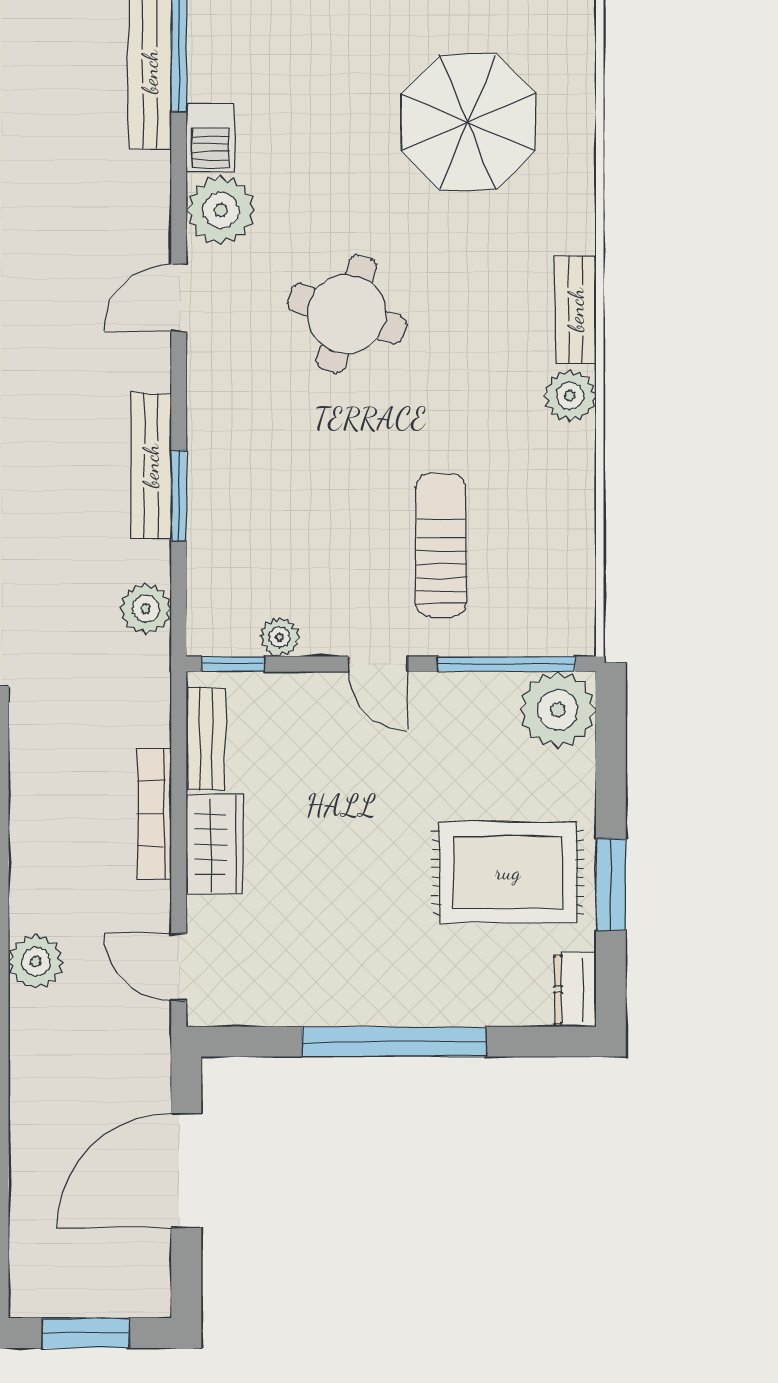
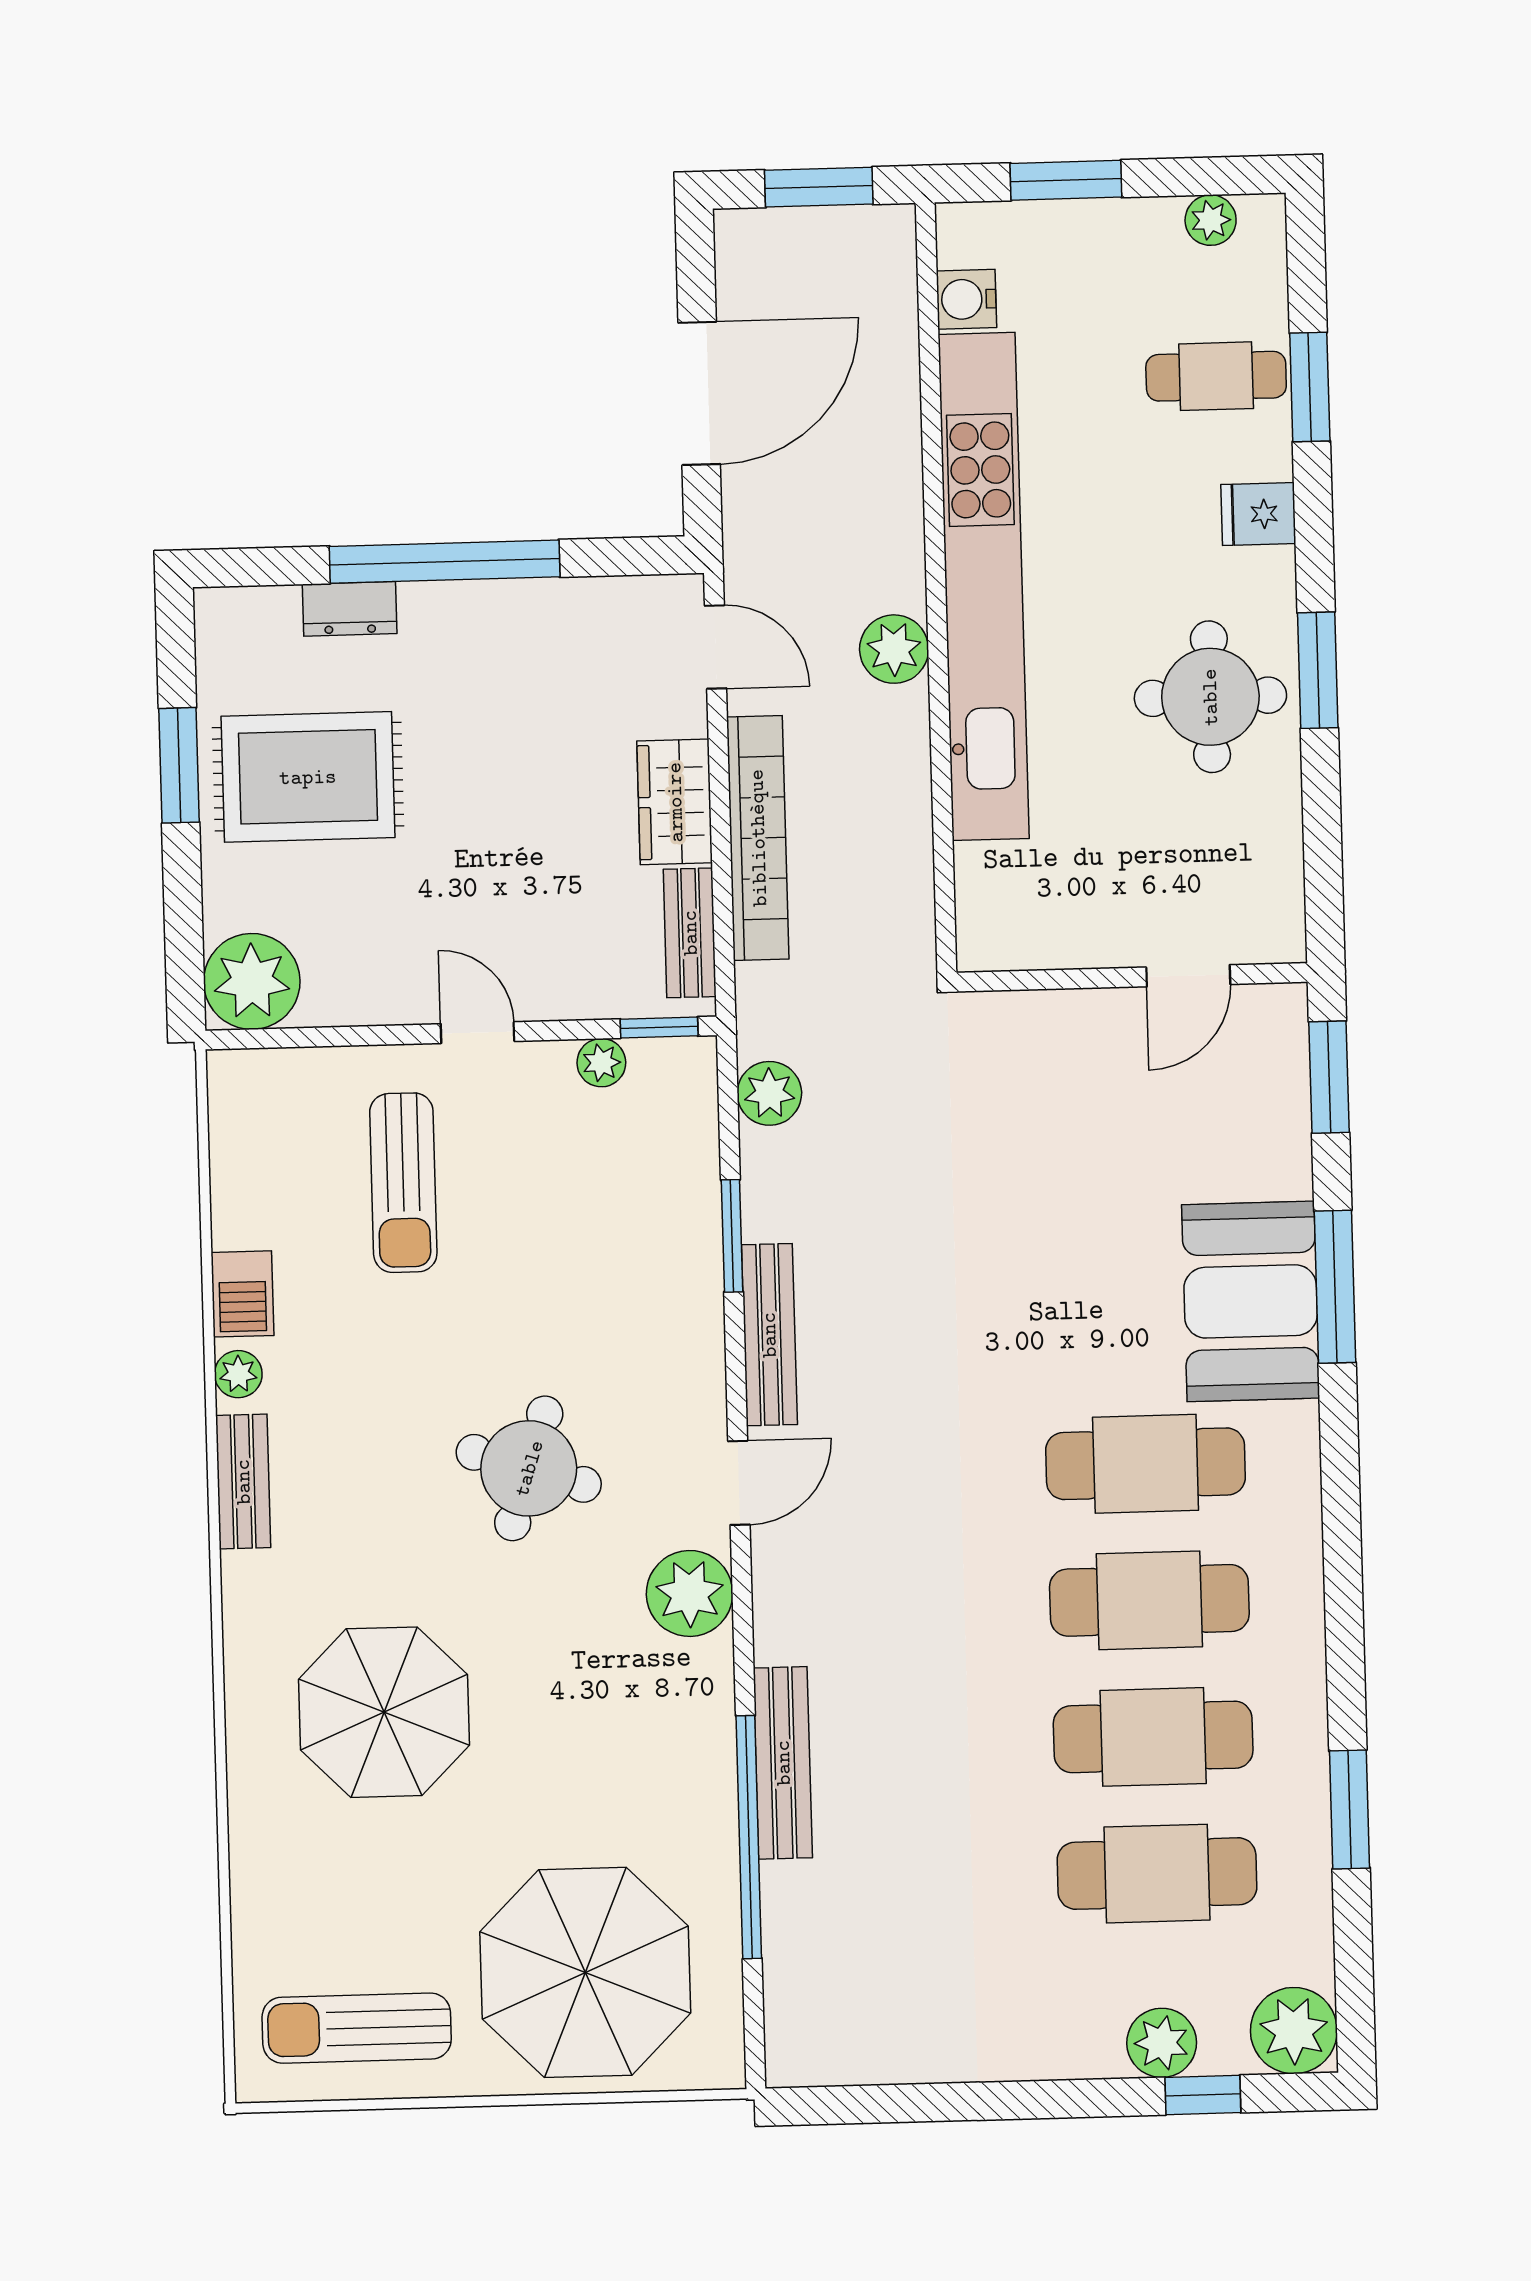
barbecue: (210, 138) -> (242, 1294), moved, turned 180
plant: (570, 396) -> (238, 1374), width x0.73, depth x0.73
bench: (151, 466) -> (769, 1335), moved
window: (507, 664) -> (317, 1037), removed
bookcase: (155, 813) -> (758, 838), width x1.48, depth x1.31
dresser: (575, 990) -> (350, 609), moved, turned 90

